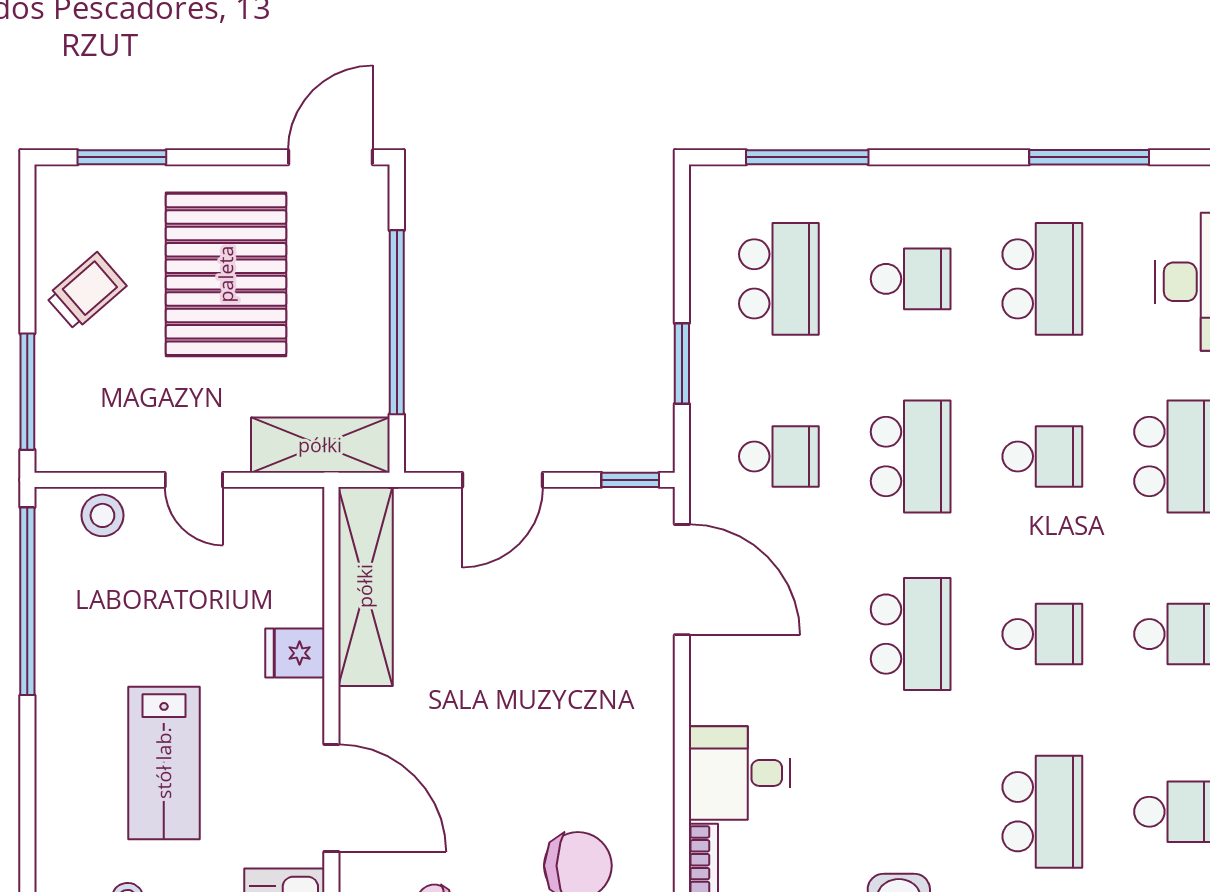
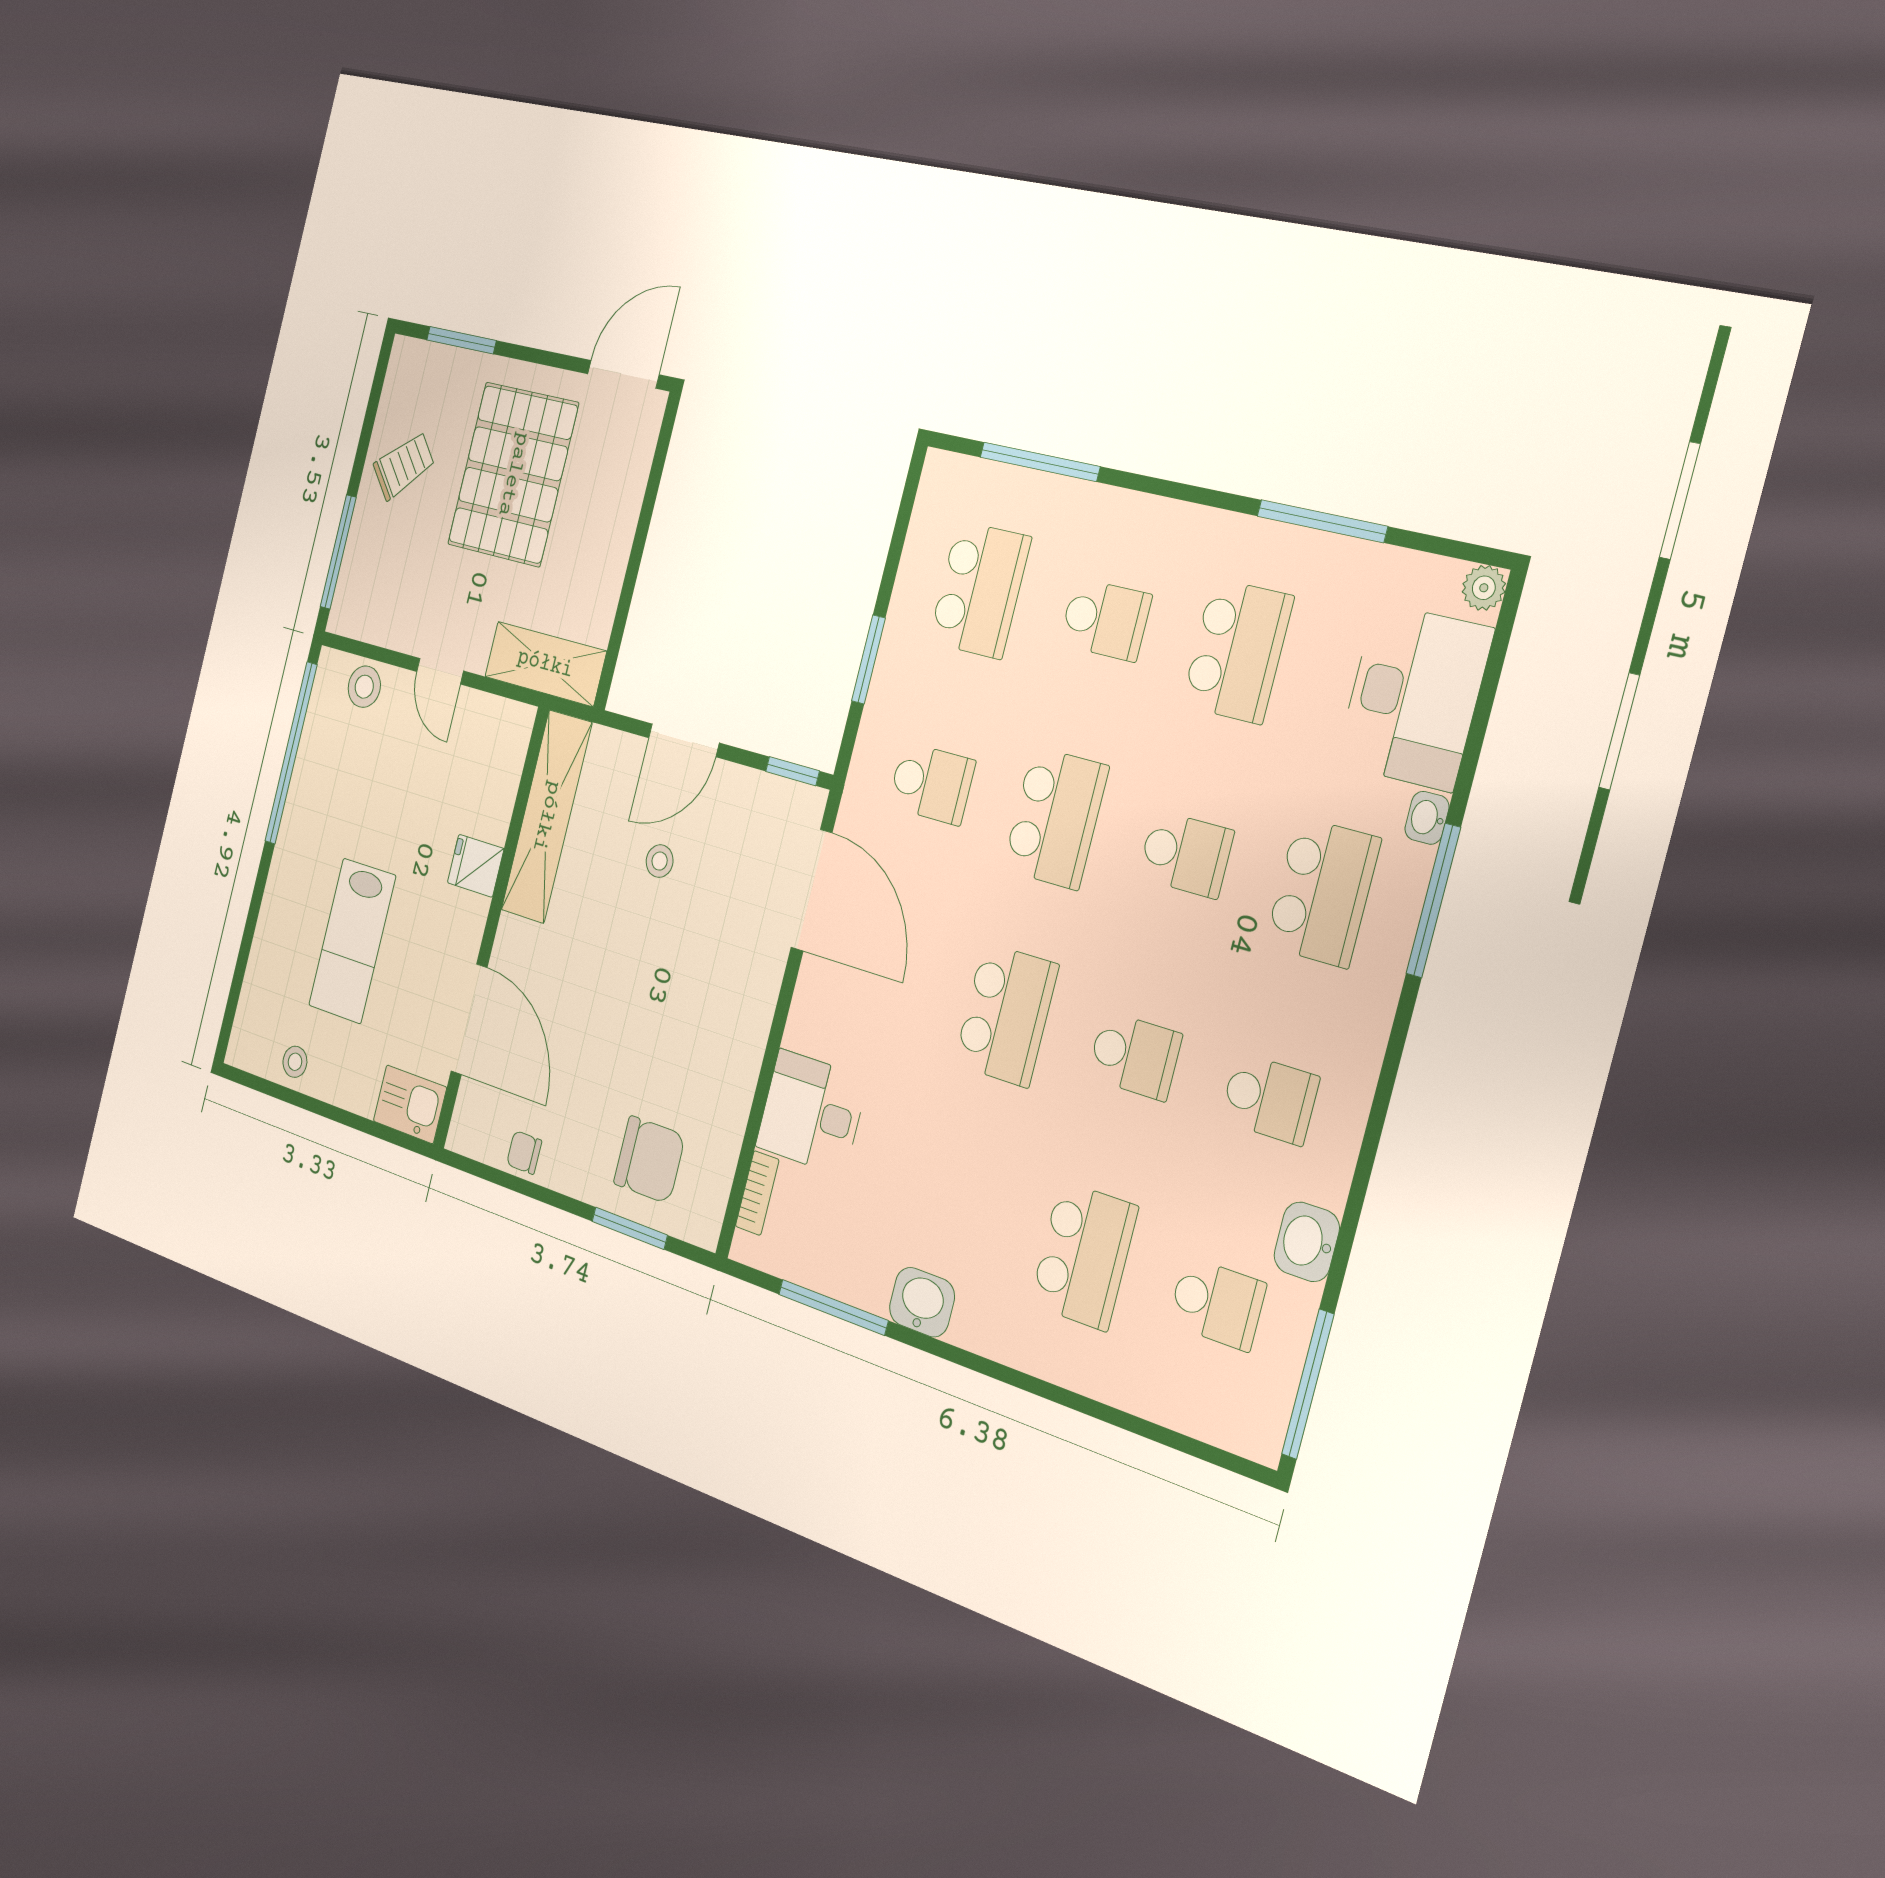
window: (397, 322) -> (636, 555), removed
stool: (508, 595) -> (660, 861), added

